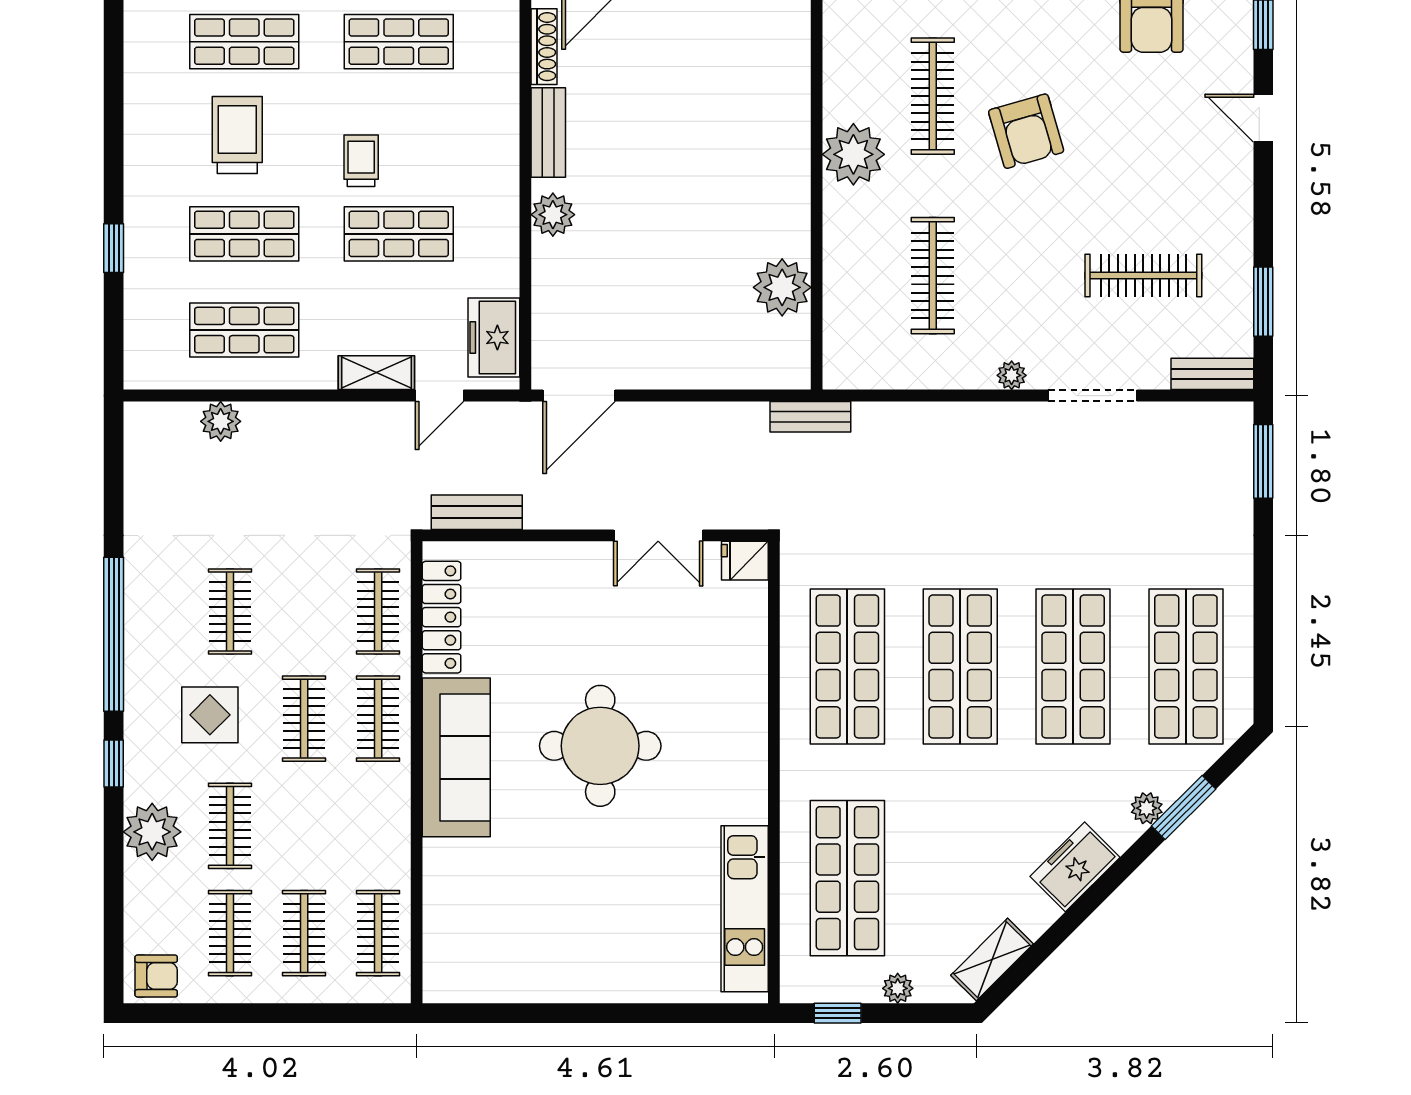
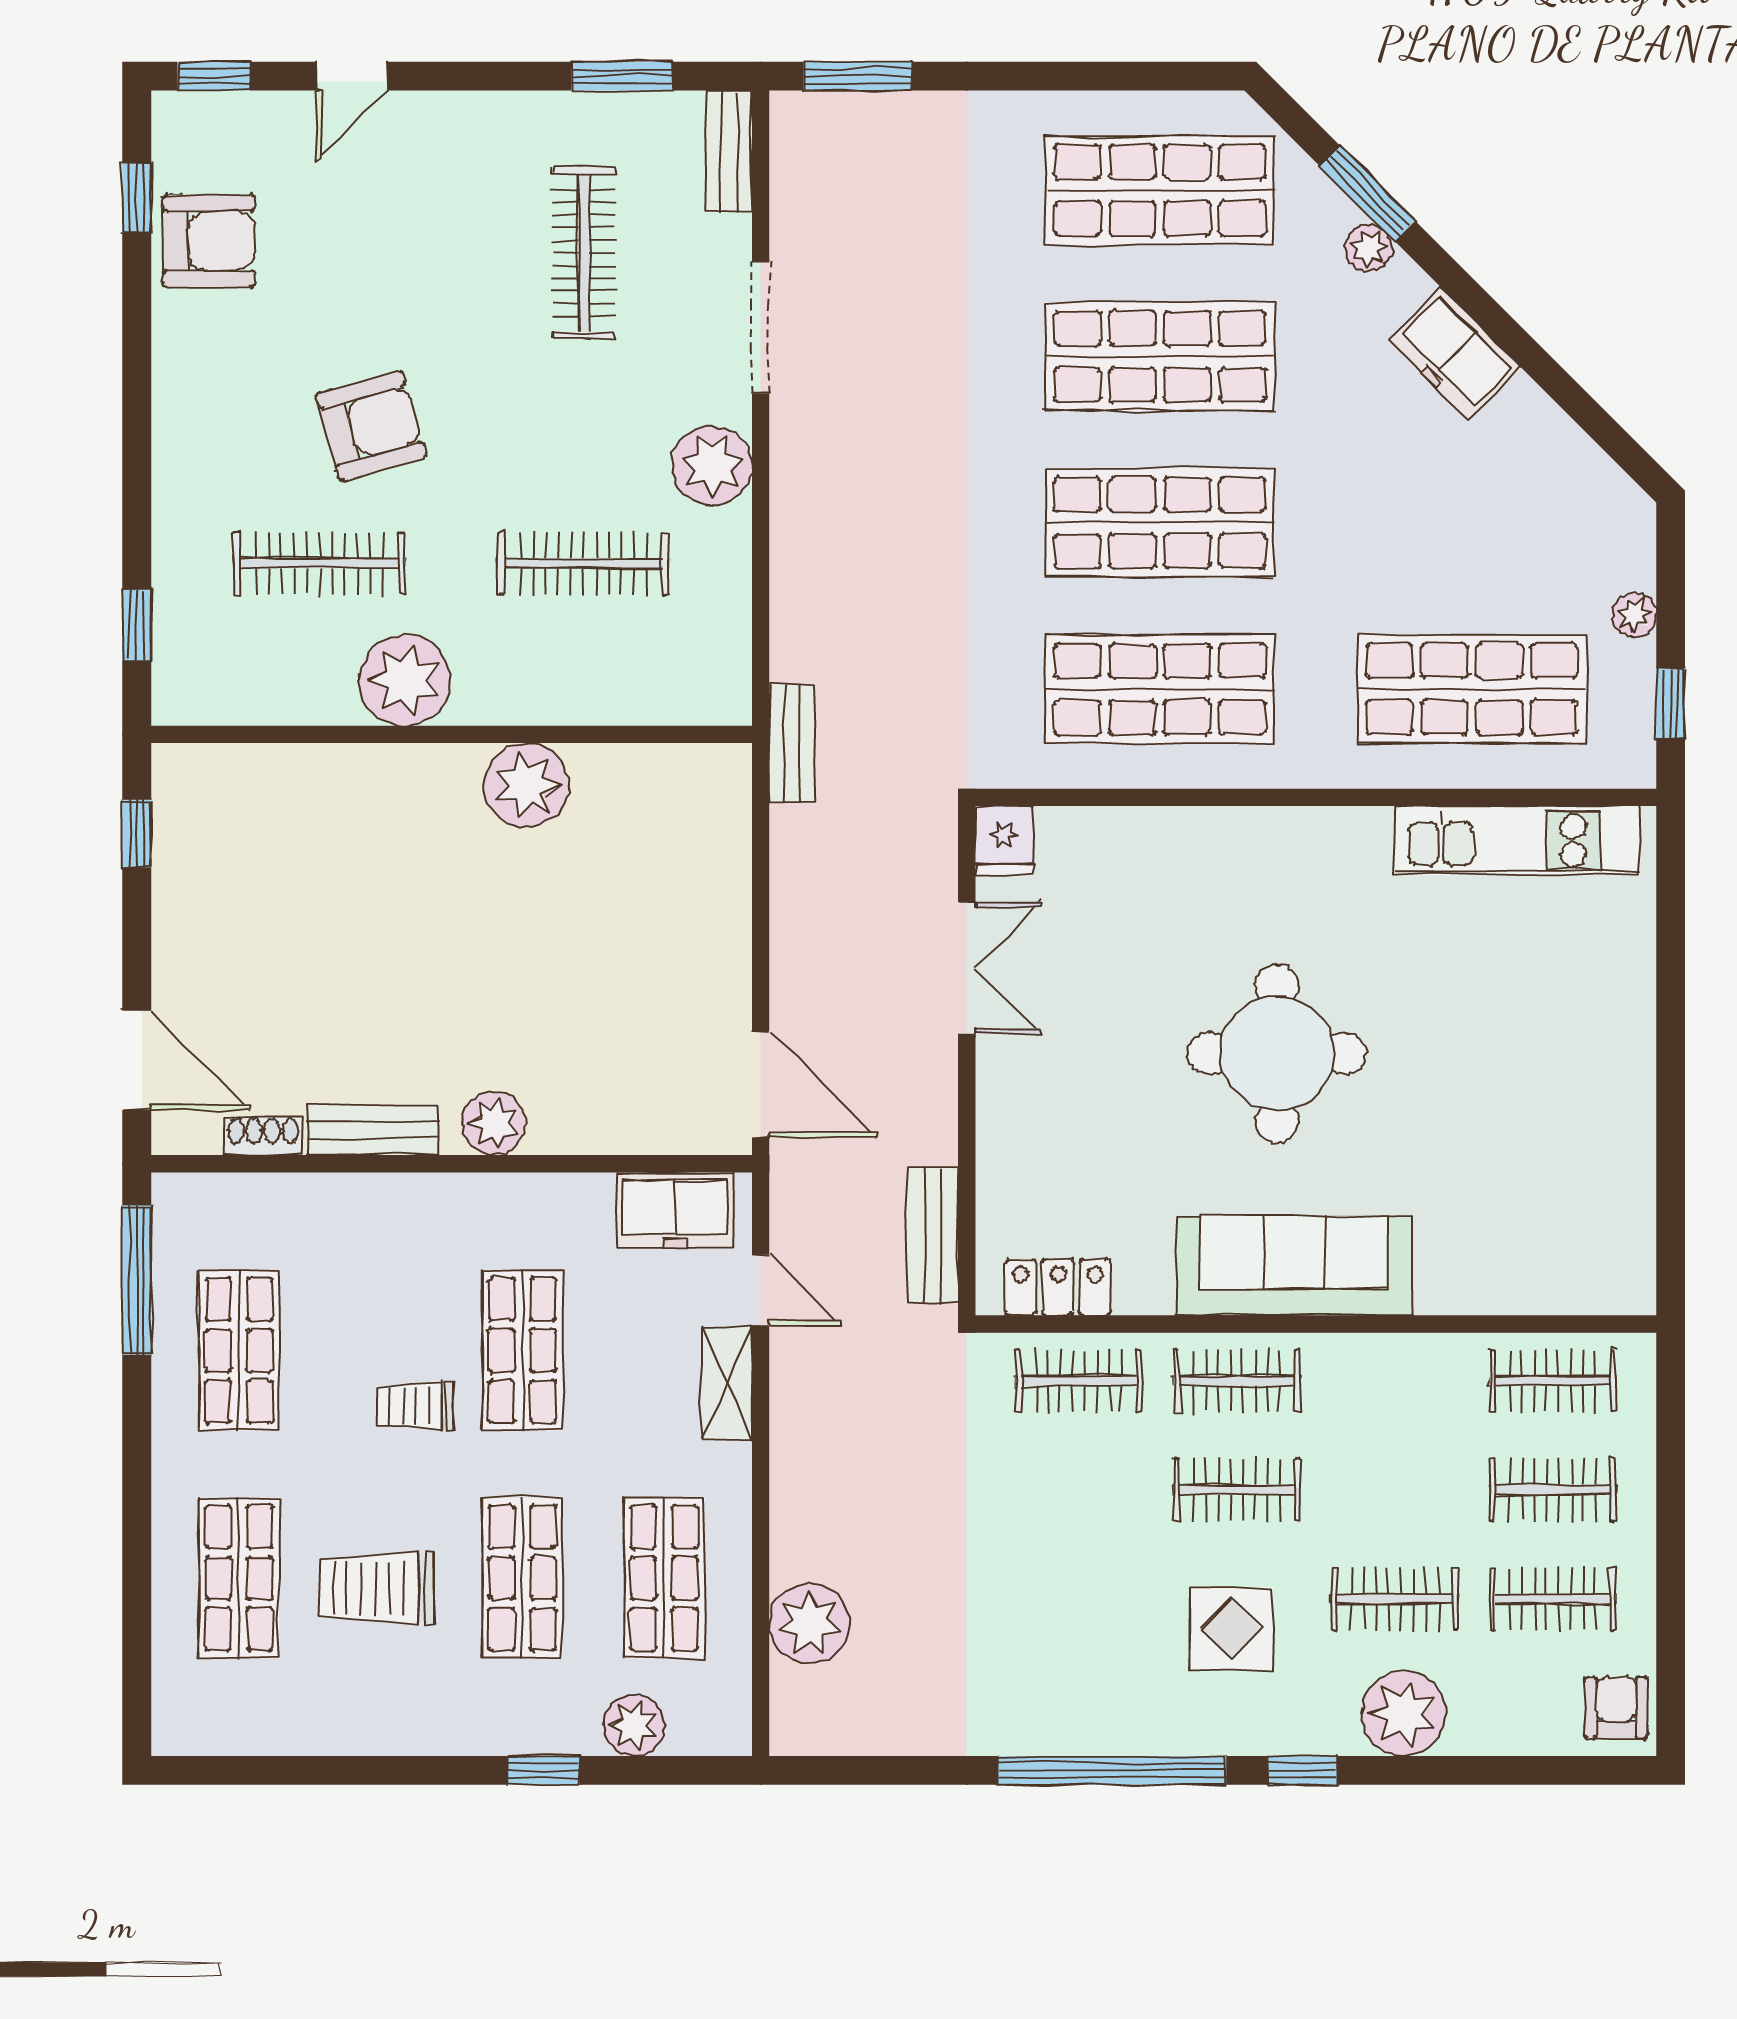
shoe rack: (544, 47) -> (263, 1136), width x0.70
plant: (782, 287) -> (527, 785), moved
plant: (144, 310) -> (634, 1725), added
plant: (1012, 375) -> (712, 466), width x1.88, depth x1.88
plant: (221, 421) -> (809, 1624), width x1.36, depth x1.36
clothes rail: (230, 611) -> (1079, 1599), removed
locker: (442, 617) -> (1058, 1287), width x0.66
shelving: (992, 960) -> (1592, 476), removed

